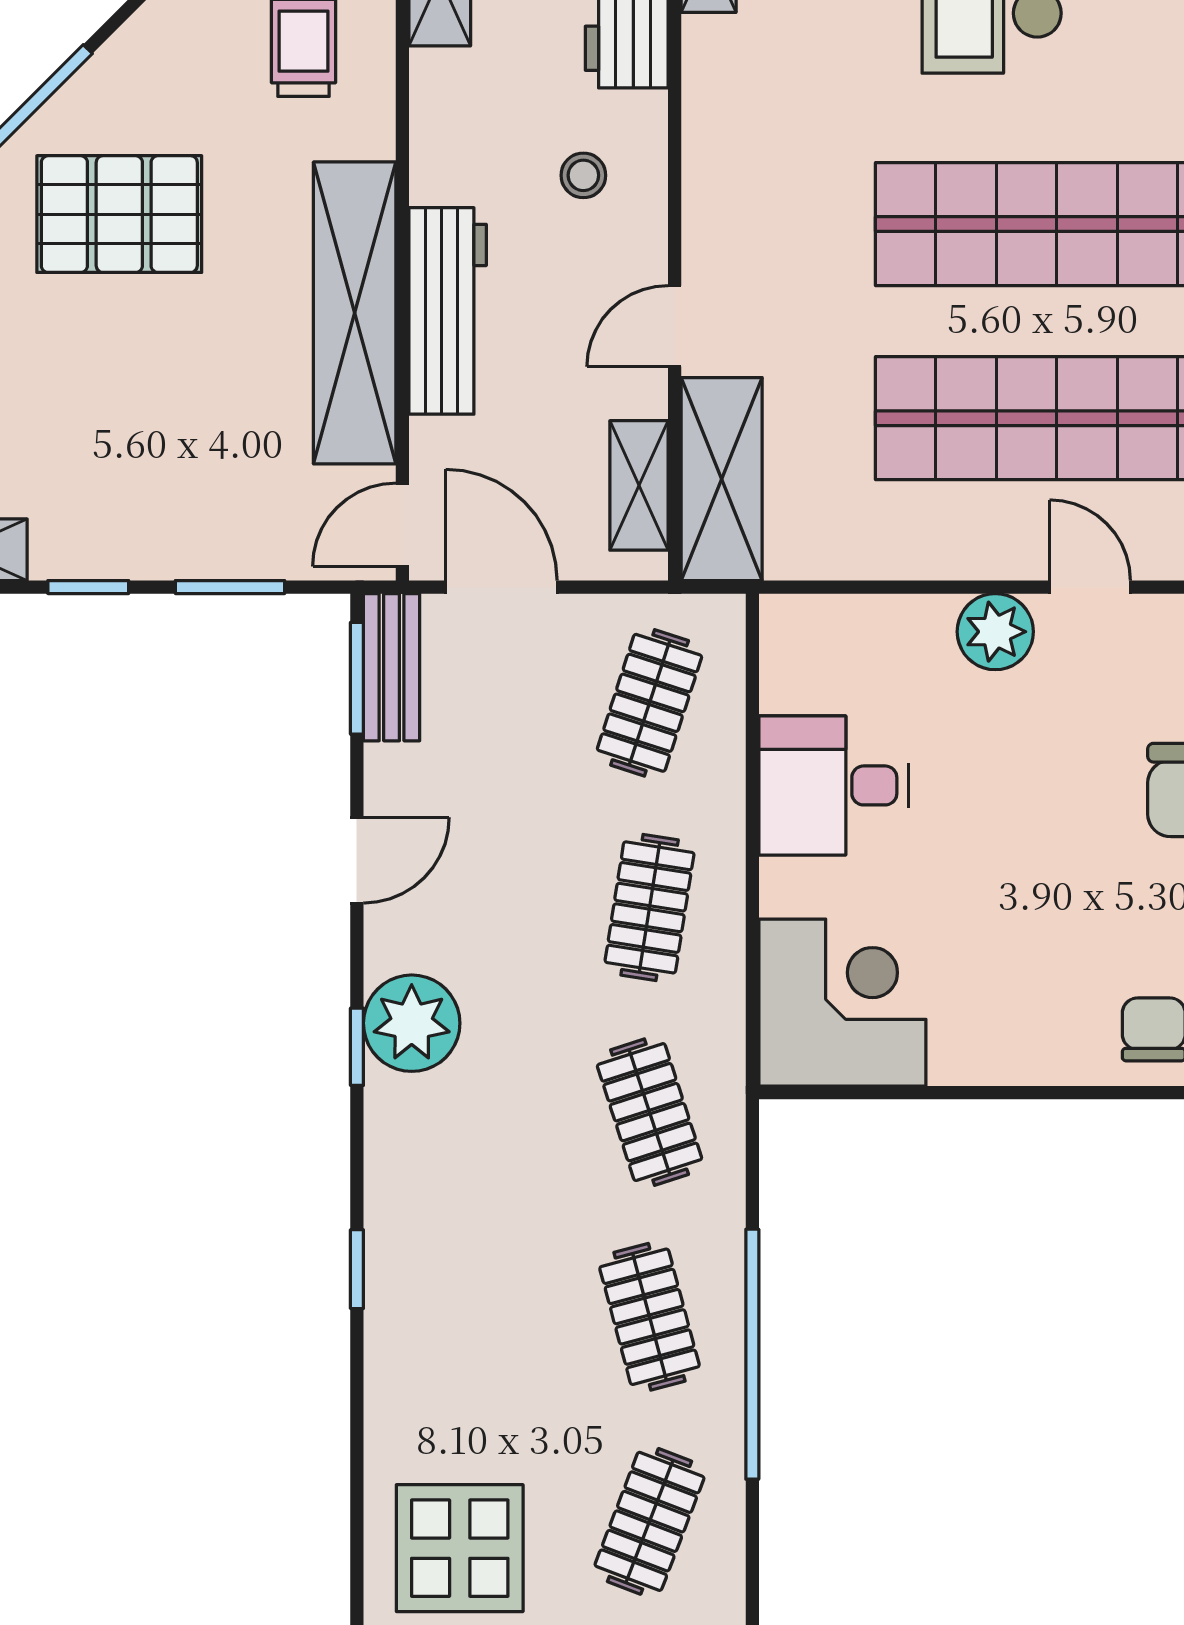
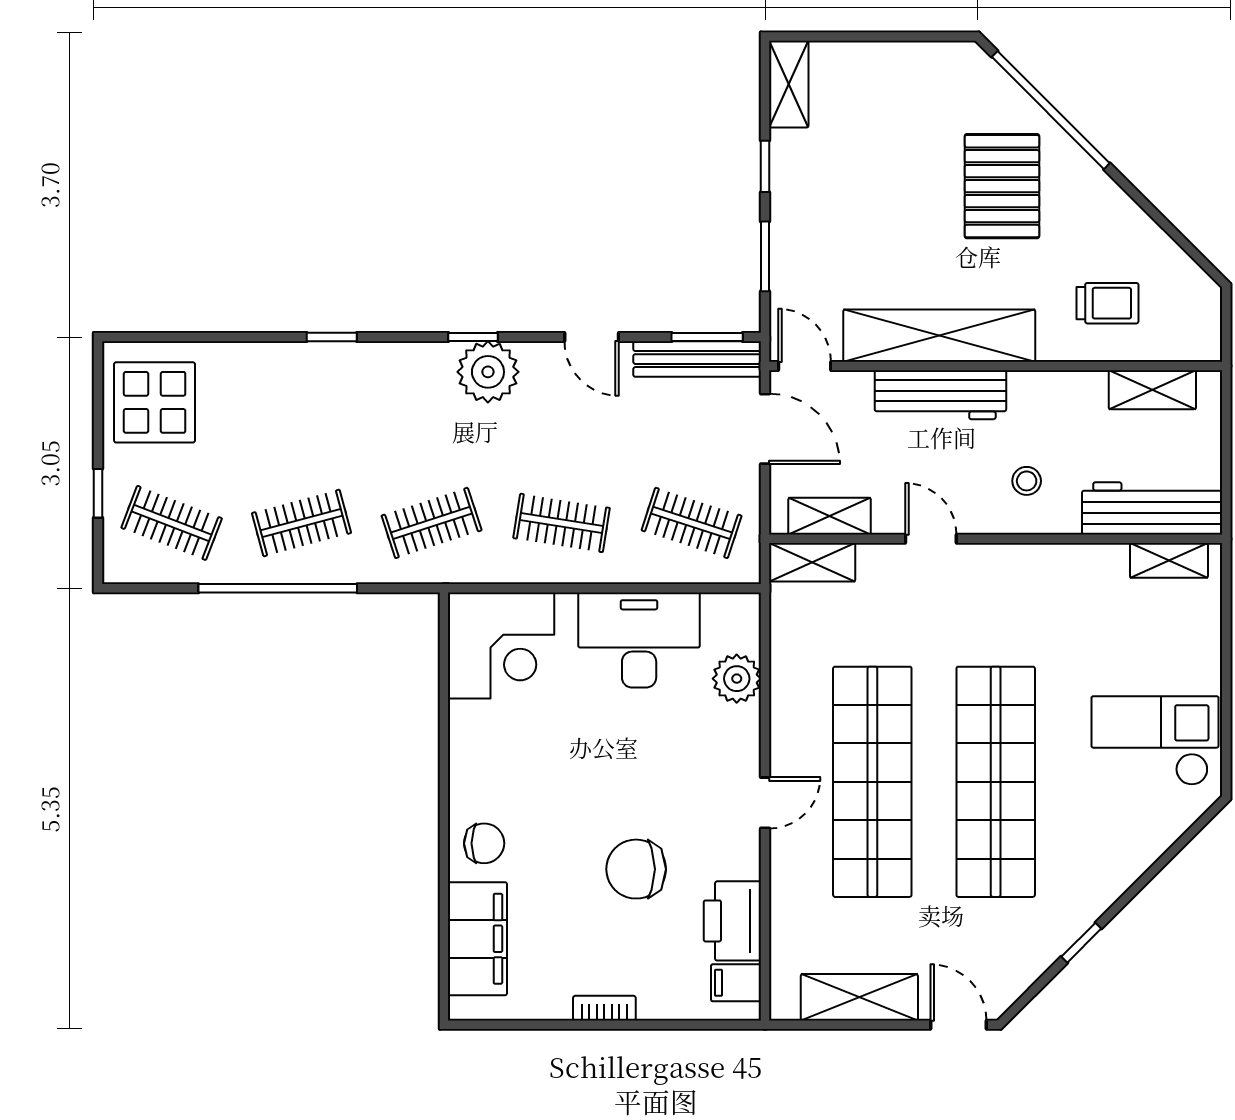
shelving: (722, 479) -> (812, 562), width x0.67, depth x0.75
door: (501, 587) -> (765, 429), hinge flipped
plant: (995, 632) -> (737, 679), moved
bench: (392, 667) -> (697, 359), width x1.36
desk: (834, 785) -> (639, 640), width x1.37

